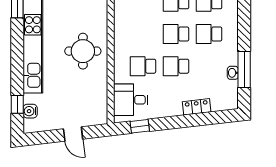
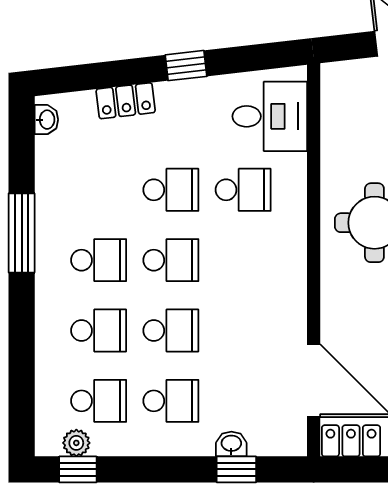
window: (244, 70) -> (22, 233), moved
washbasin: (233, 73) -> (46, 120), moved
window: (140, 126) -> (186, 66), moved

